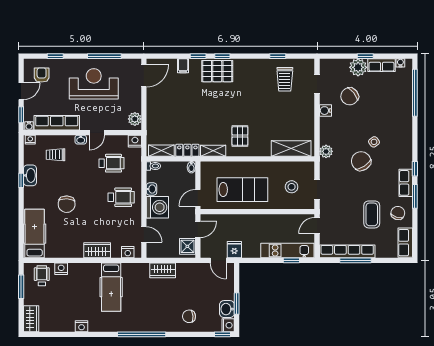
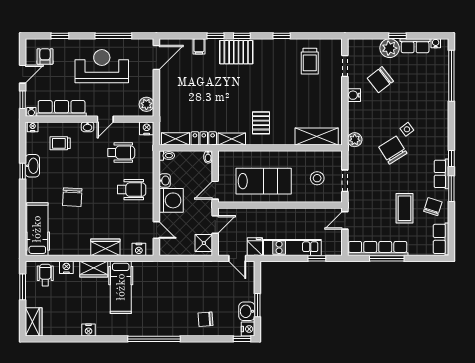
window: (278, 56) -> (282, 36), moved
kitchen unit: (287, 250) -> (292, 248), moved
wardrobe: (163, 270) -> (94, 269), moved

